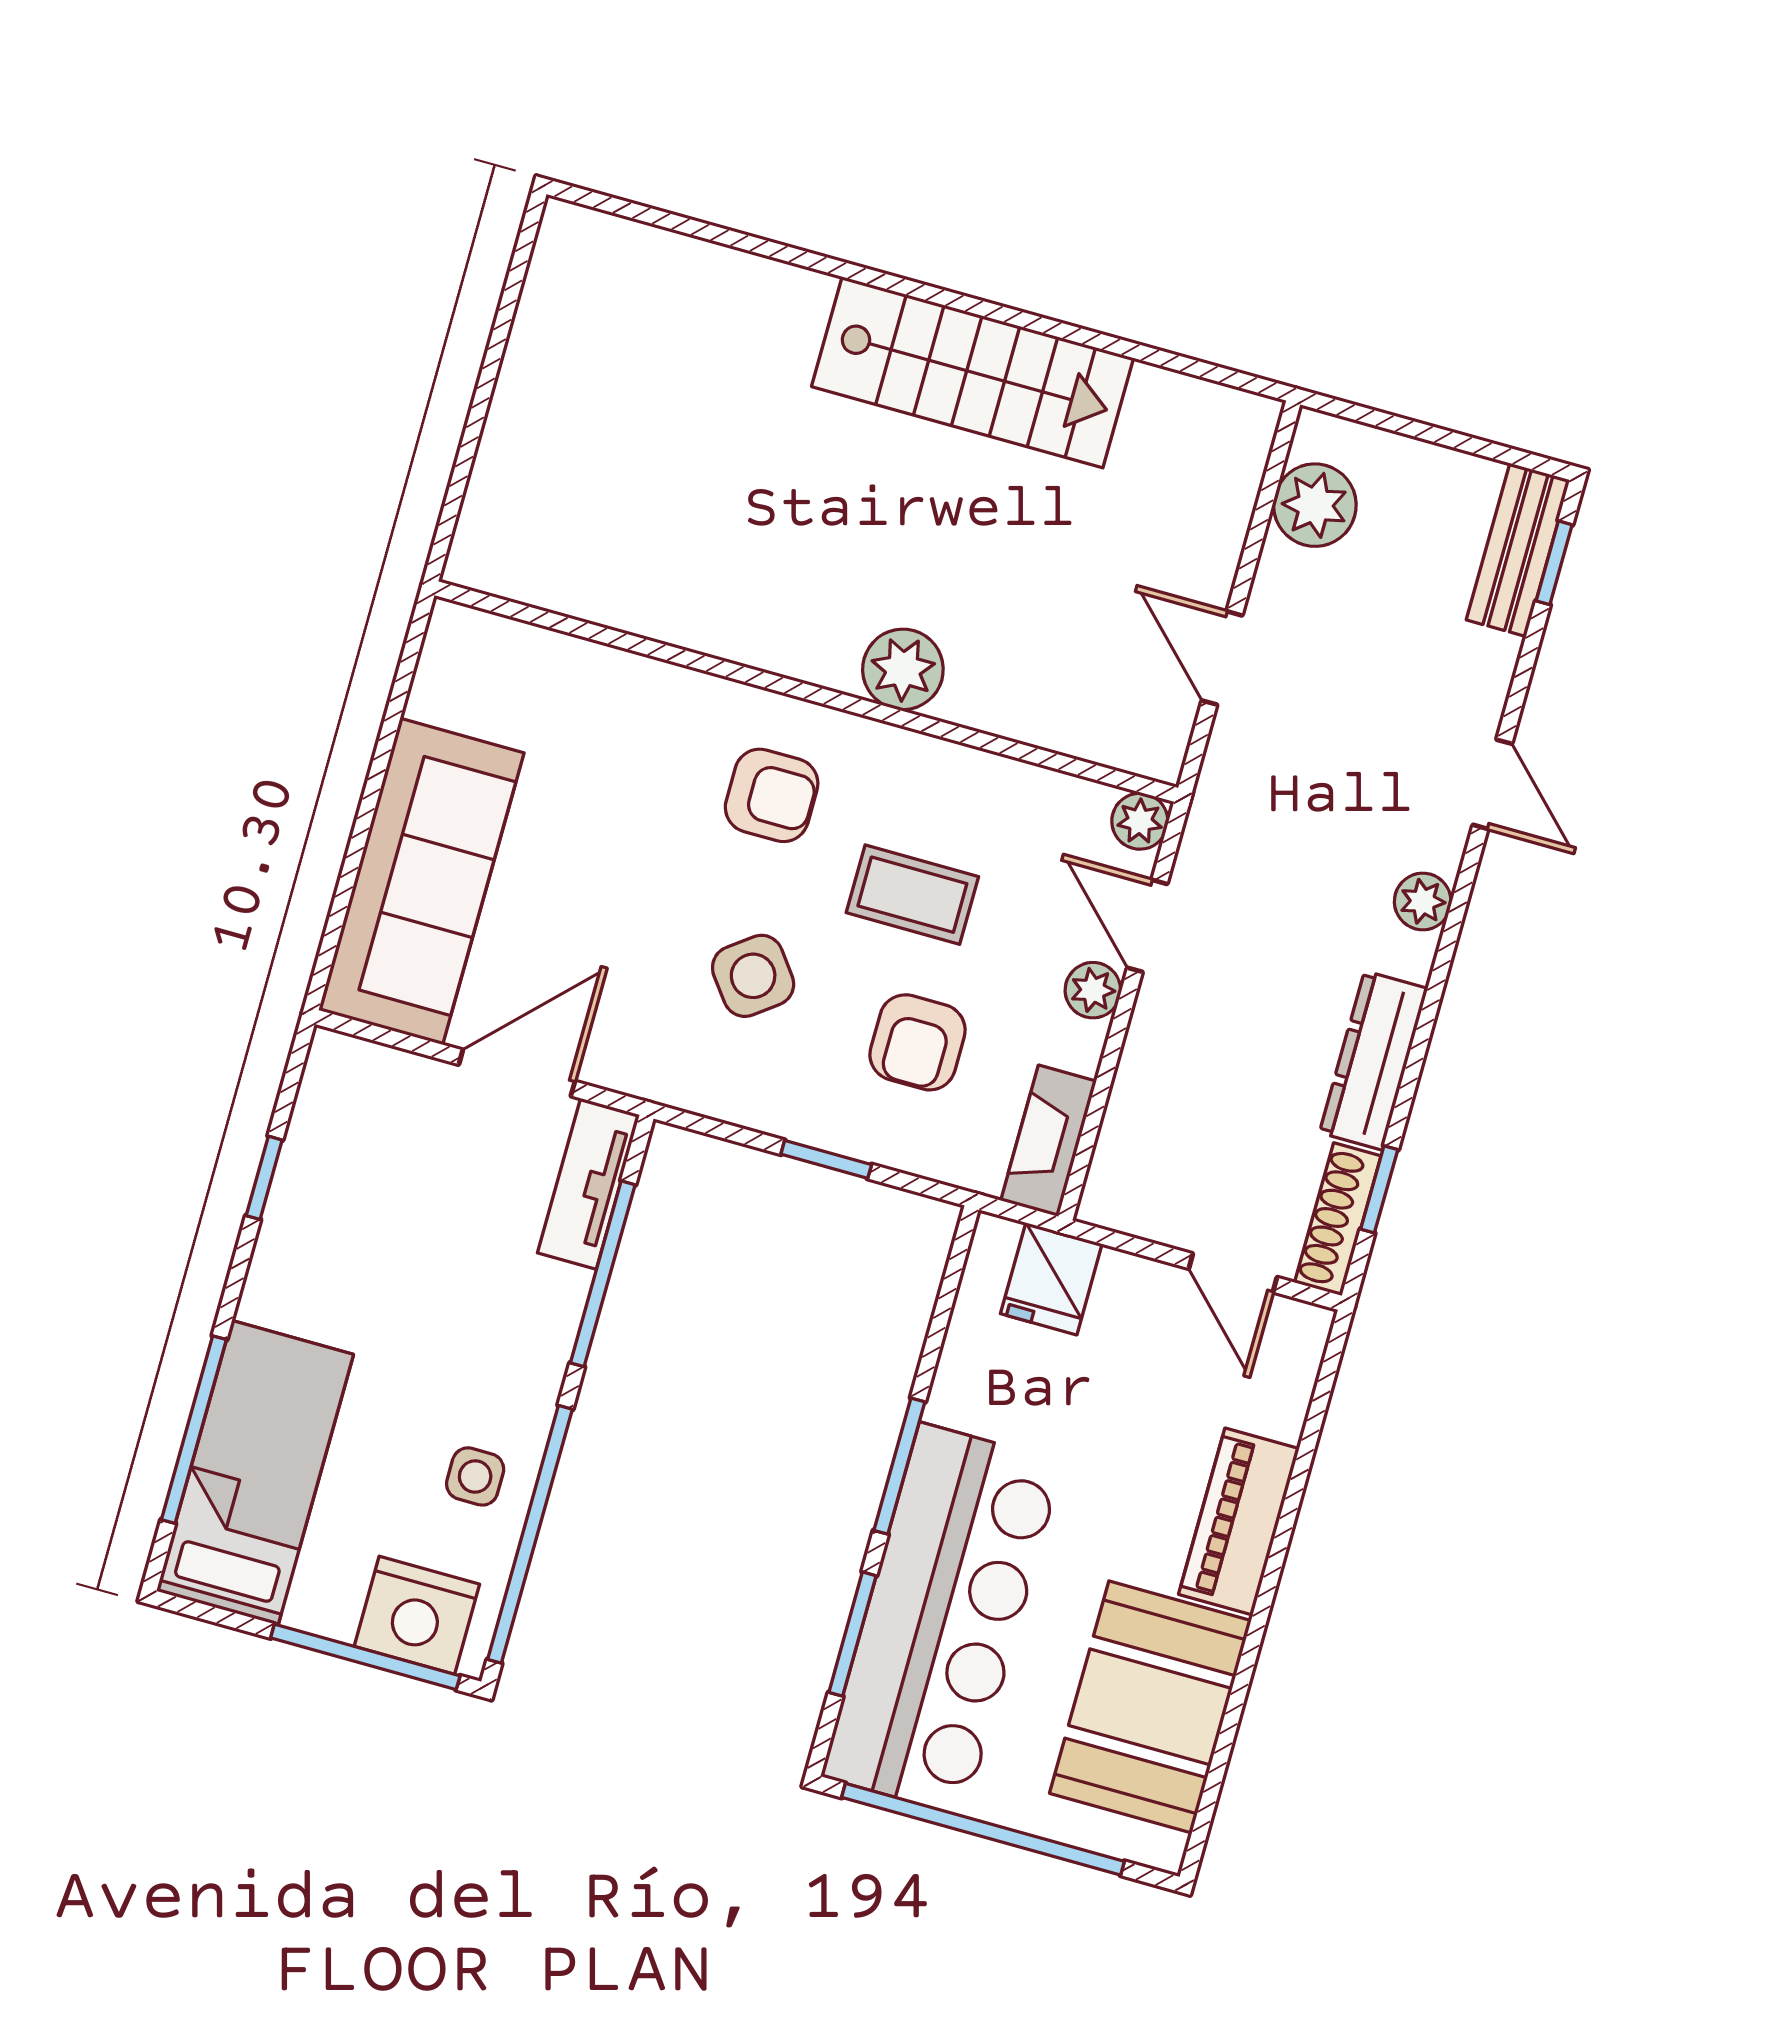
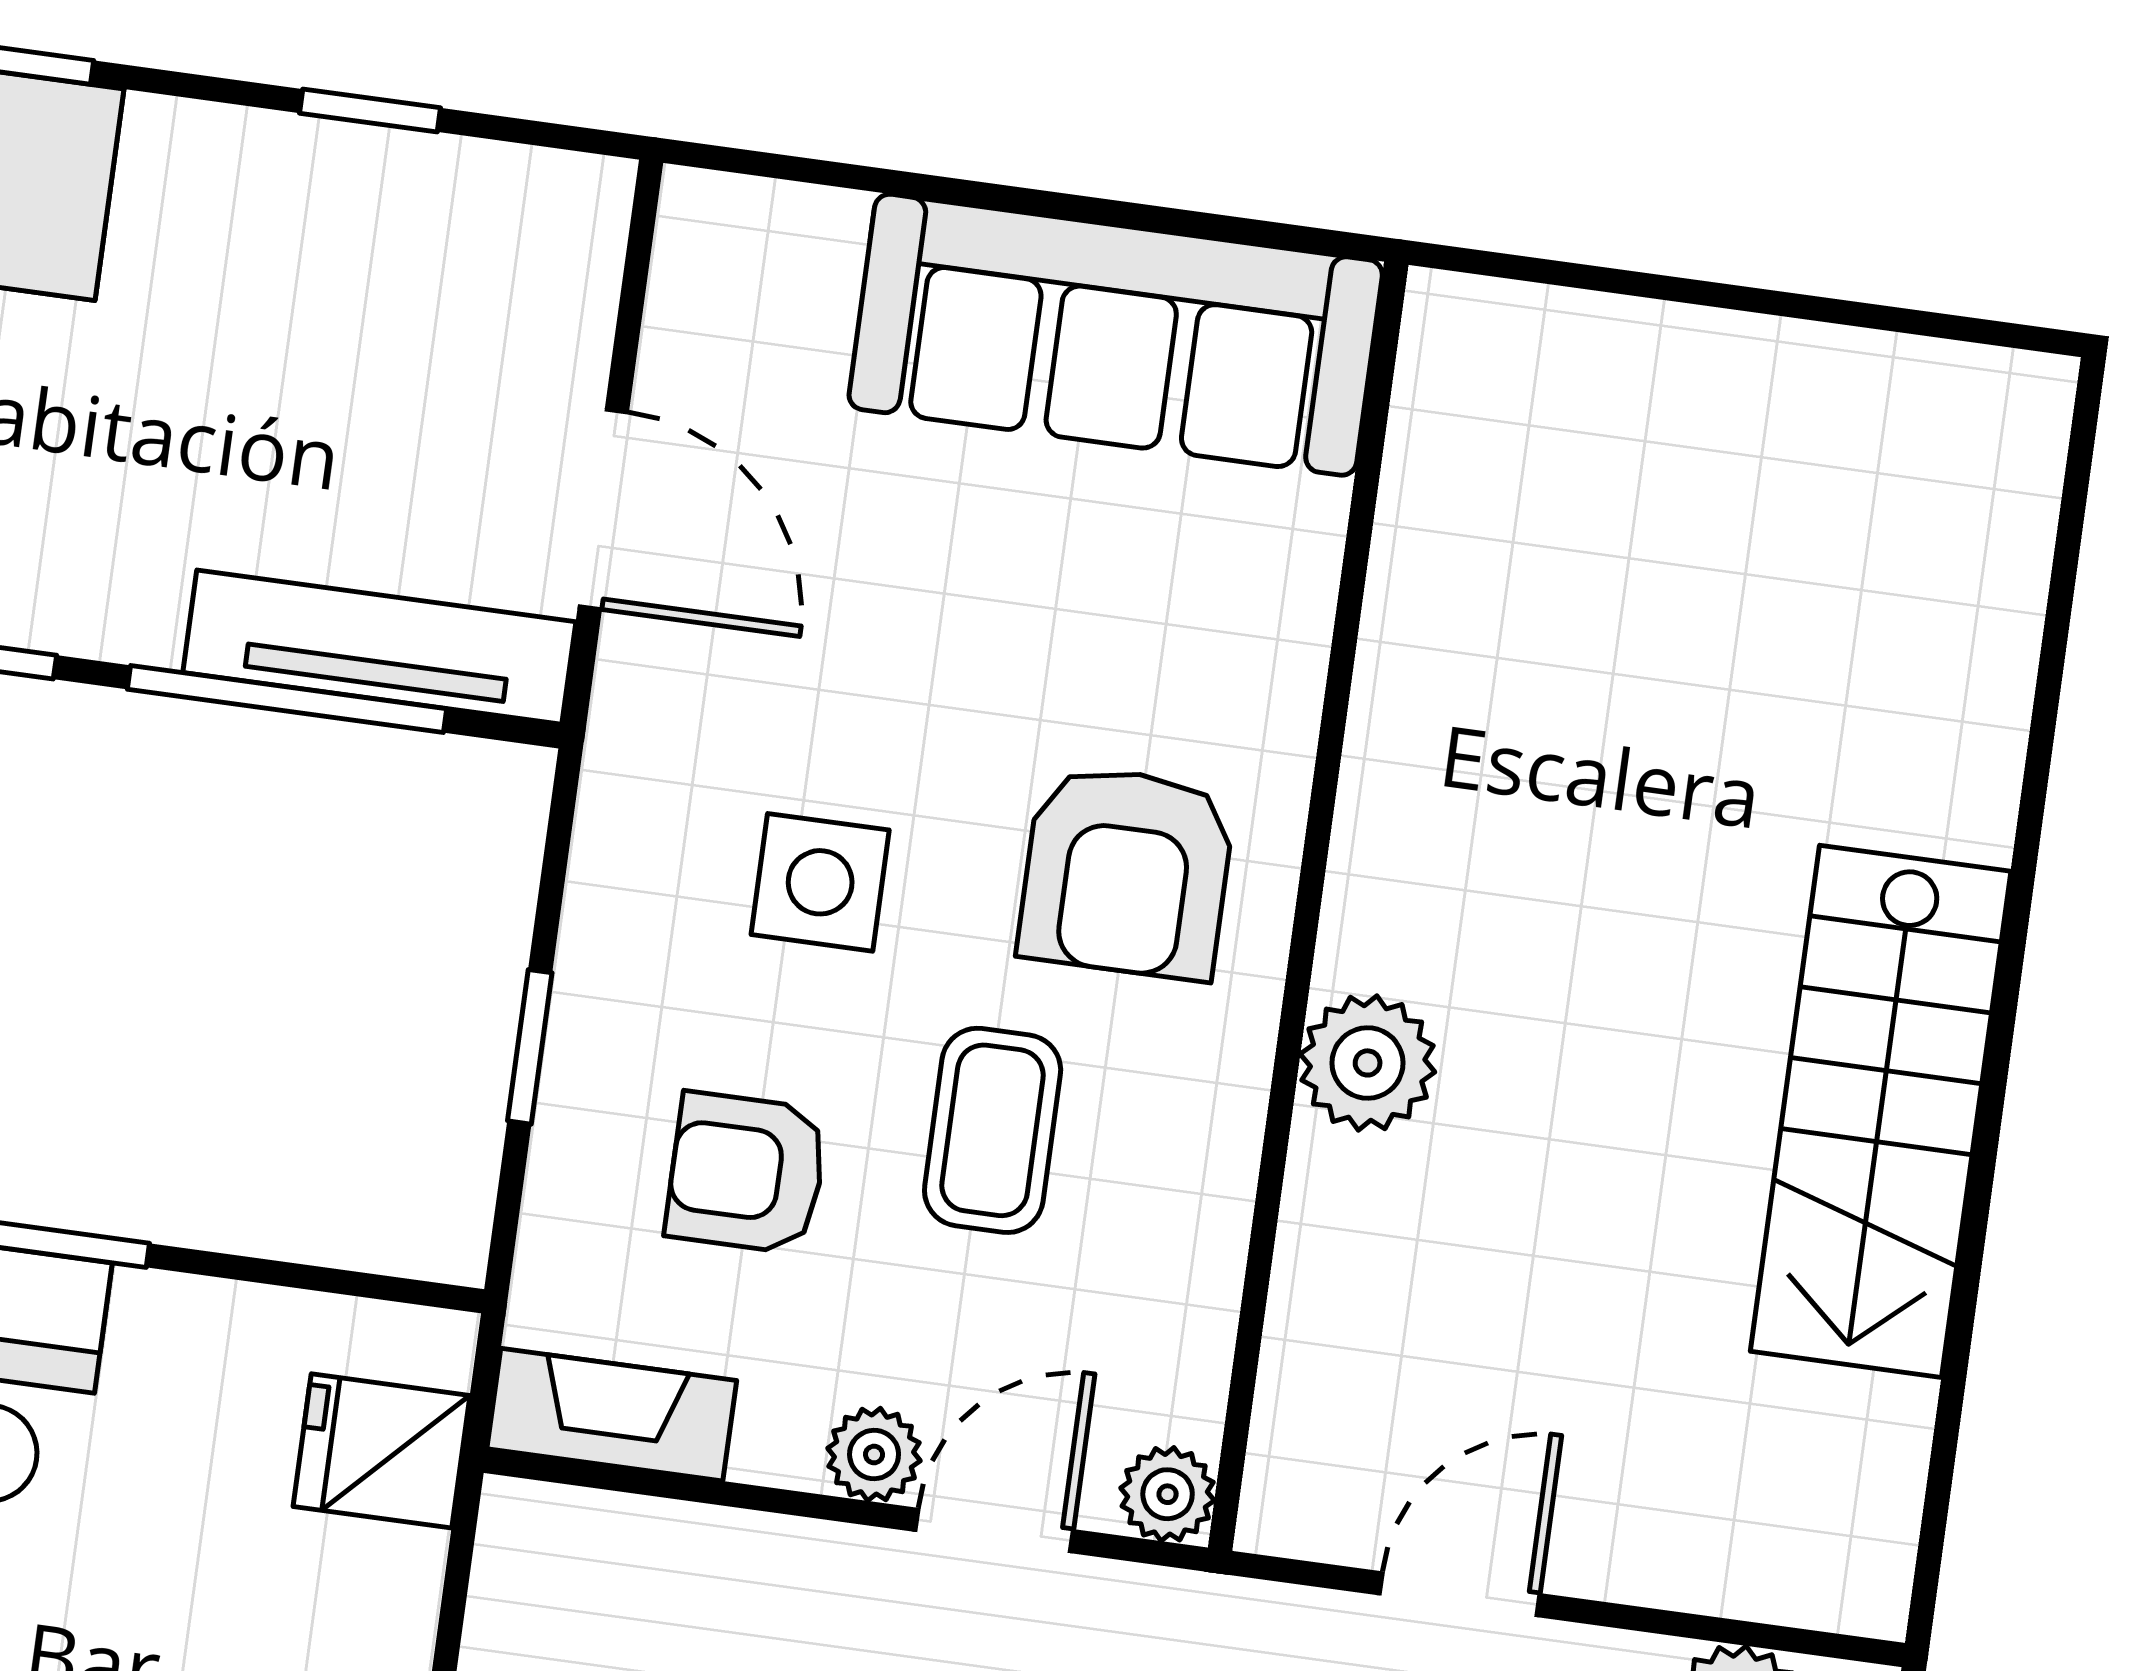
armchair: (772, 795) -> (1126, 872), width x1.38, depth x1.38
sofa: (421, 881) -> (1116, 335), moved
side table: (753, 976) -> (820, 882), turned 37
tv unit: (589, 1184) -> (379, 647), width x1.41

